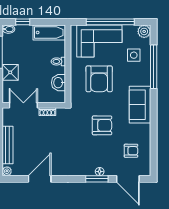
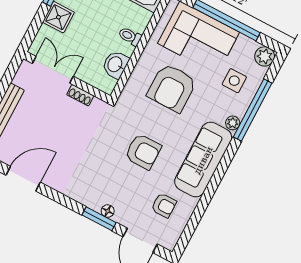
plant: (146, 81) -> (233, 123), added
sofa: (140, 105) -> (203, 160), width x1.36

